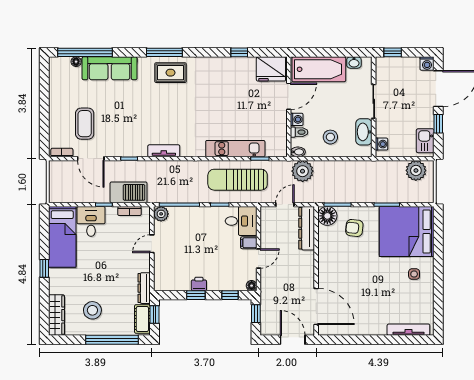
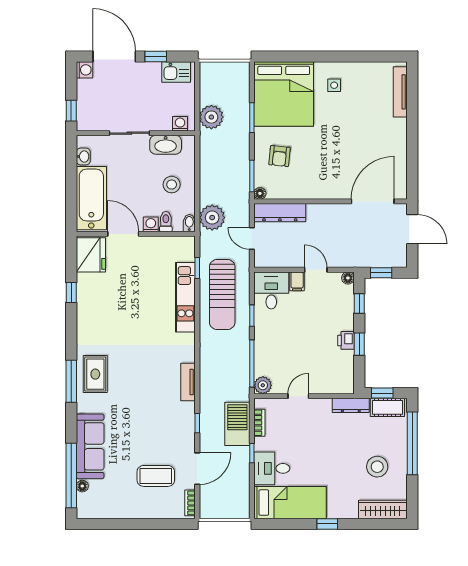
plant: (416, 170) -> (211, 117), moved
floor lamp: (327, 216) -> (260, 193), width x0.53, depth x0.53
door: (152, 244) -> (298, 396), swing flipped
door: (293, 340) -> (412, 229), swing flipped

